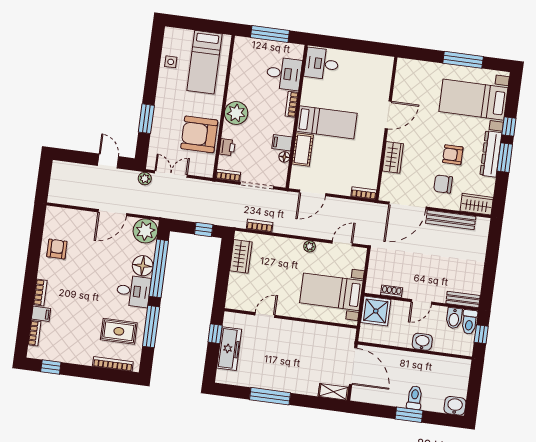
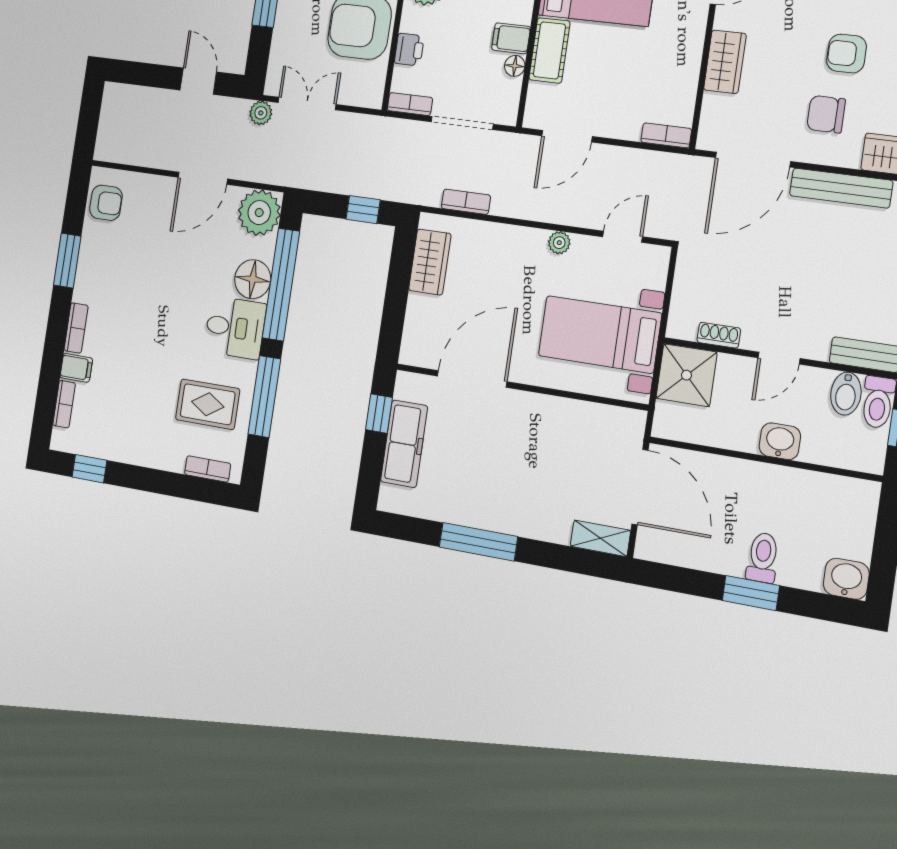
armchair: (57, 249) -> (106, 203), moved, turned 90
window: (33, 256) -> (67, 261), added
door: (265, 315) -> (472, 379), width x1.87
bookcase: (113, 364) -> (208, 469), width x0.64

